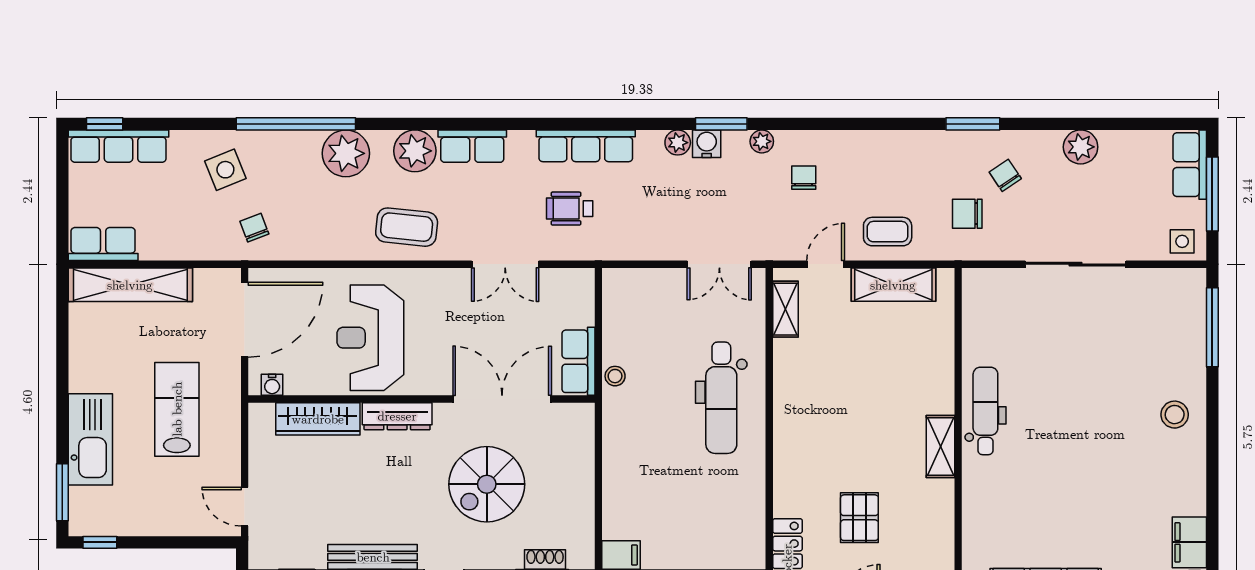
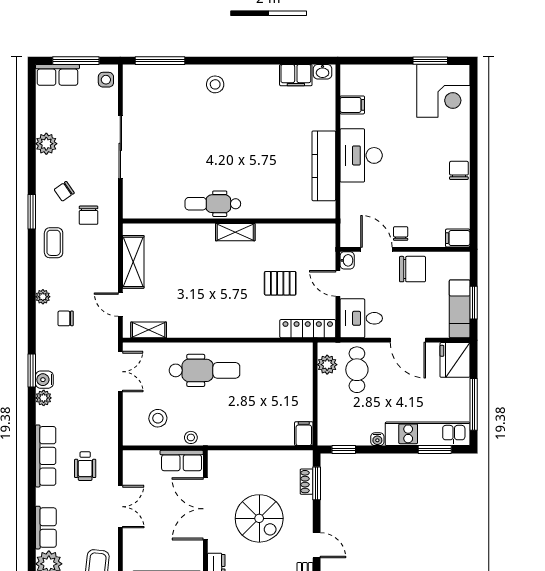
plant: (762, 141) -> (43, 297), moved
coffee table: (888, 232) -> (54, 243), moved
stool: (646, 324) -> (158, 418), added

